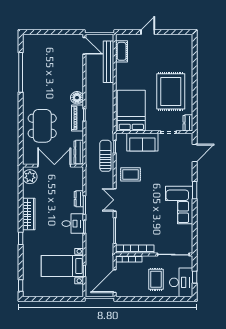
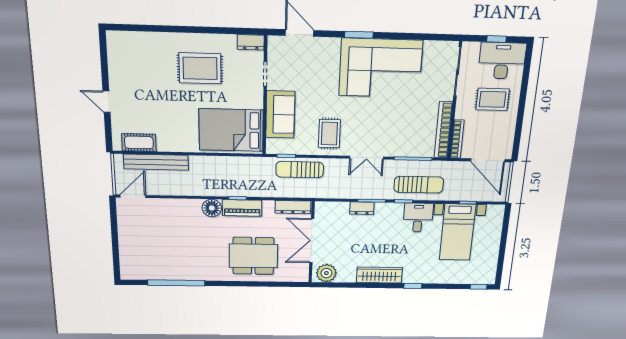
rug: (171, 91) -> (200, 68), width x0.73, depth x0.69
corner sofa: (179, 205) -> (381, 68), width x1.36, depth x1.36
desk: (73, 224) -> (418, 218), moved
sun lounger: (96, 236) -> (419, 185), added

